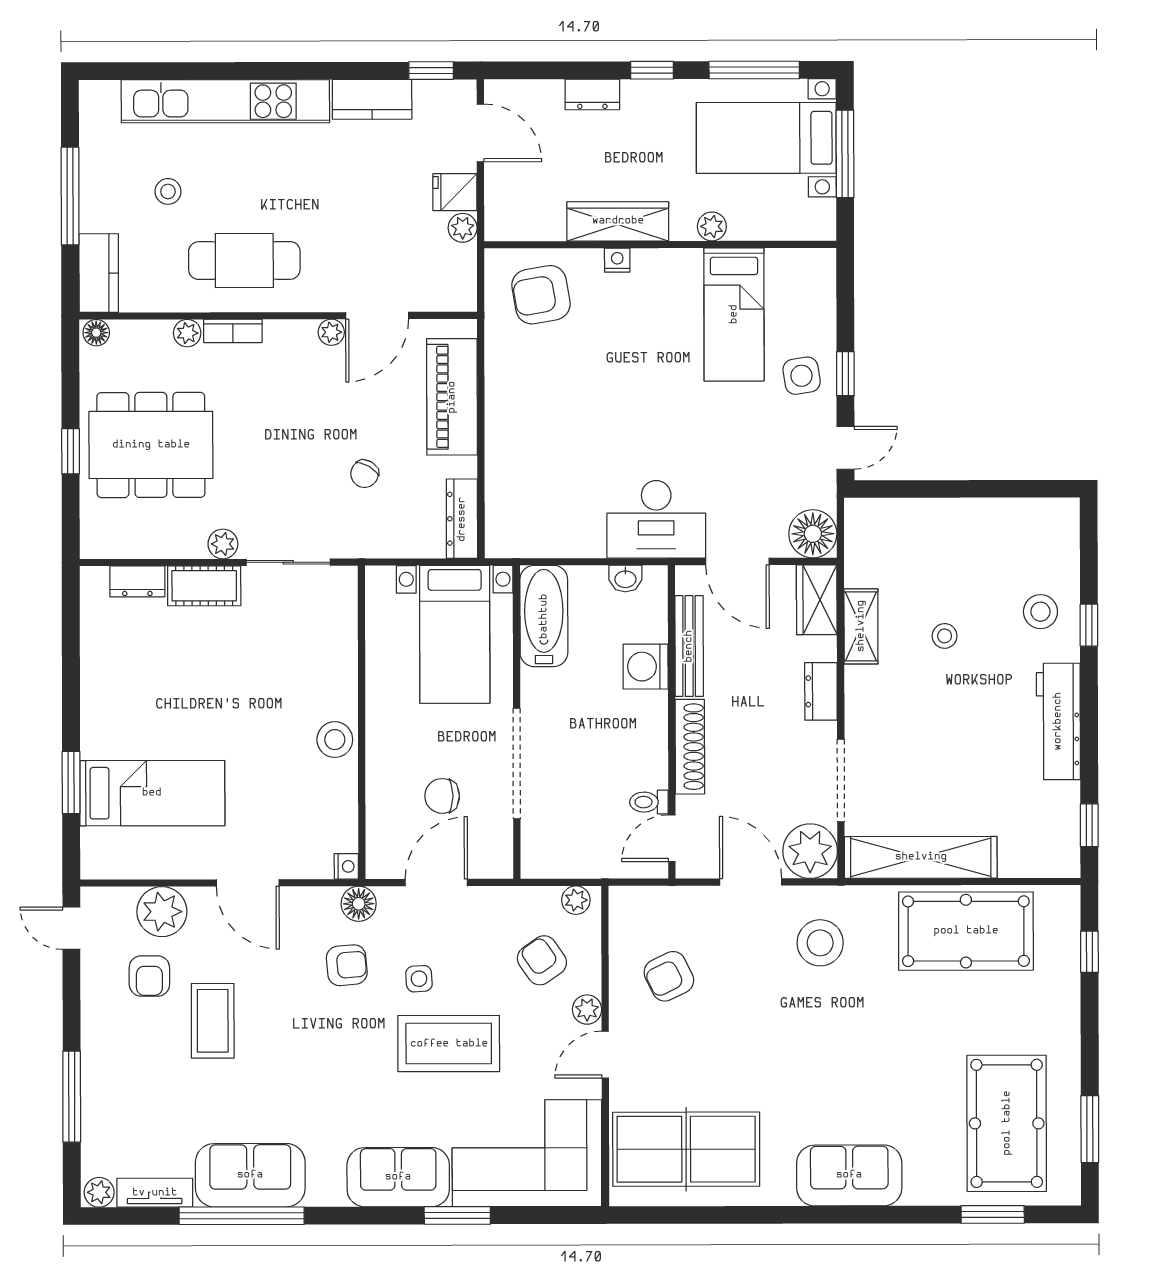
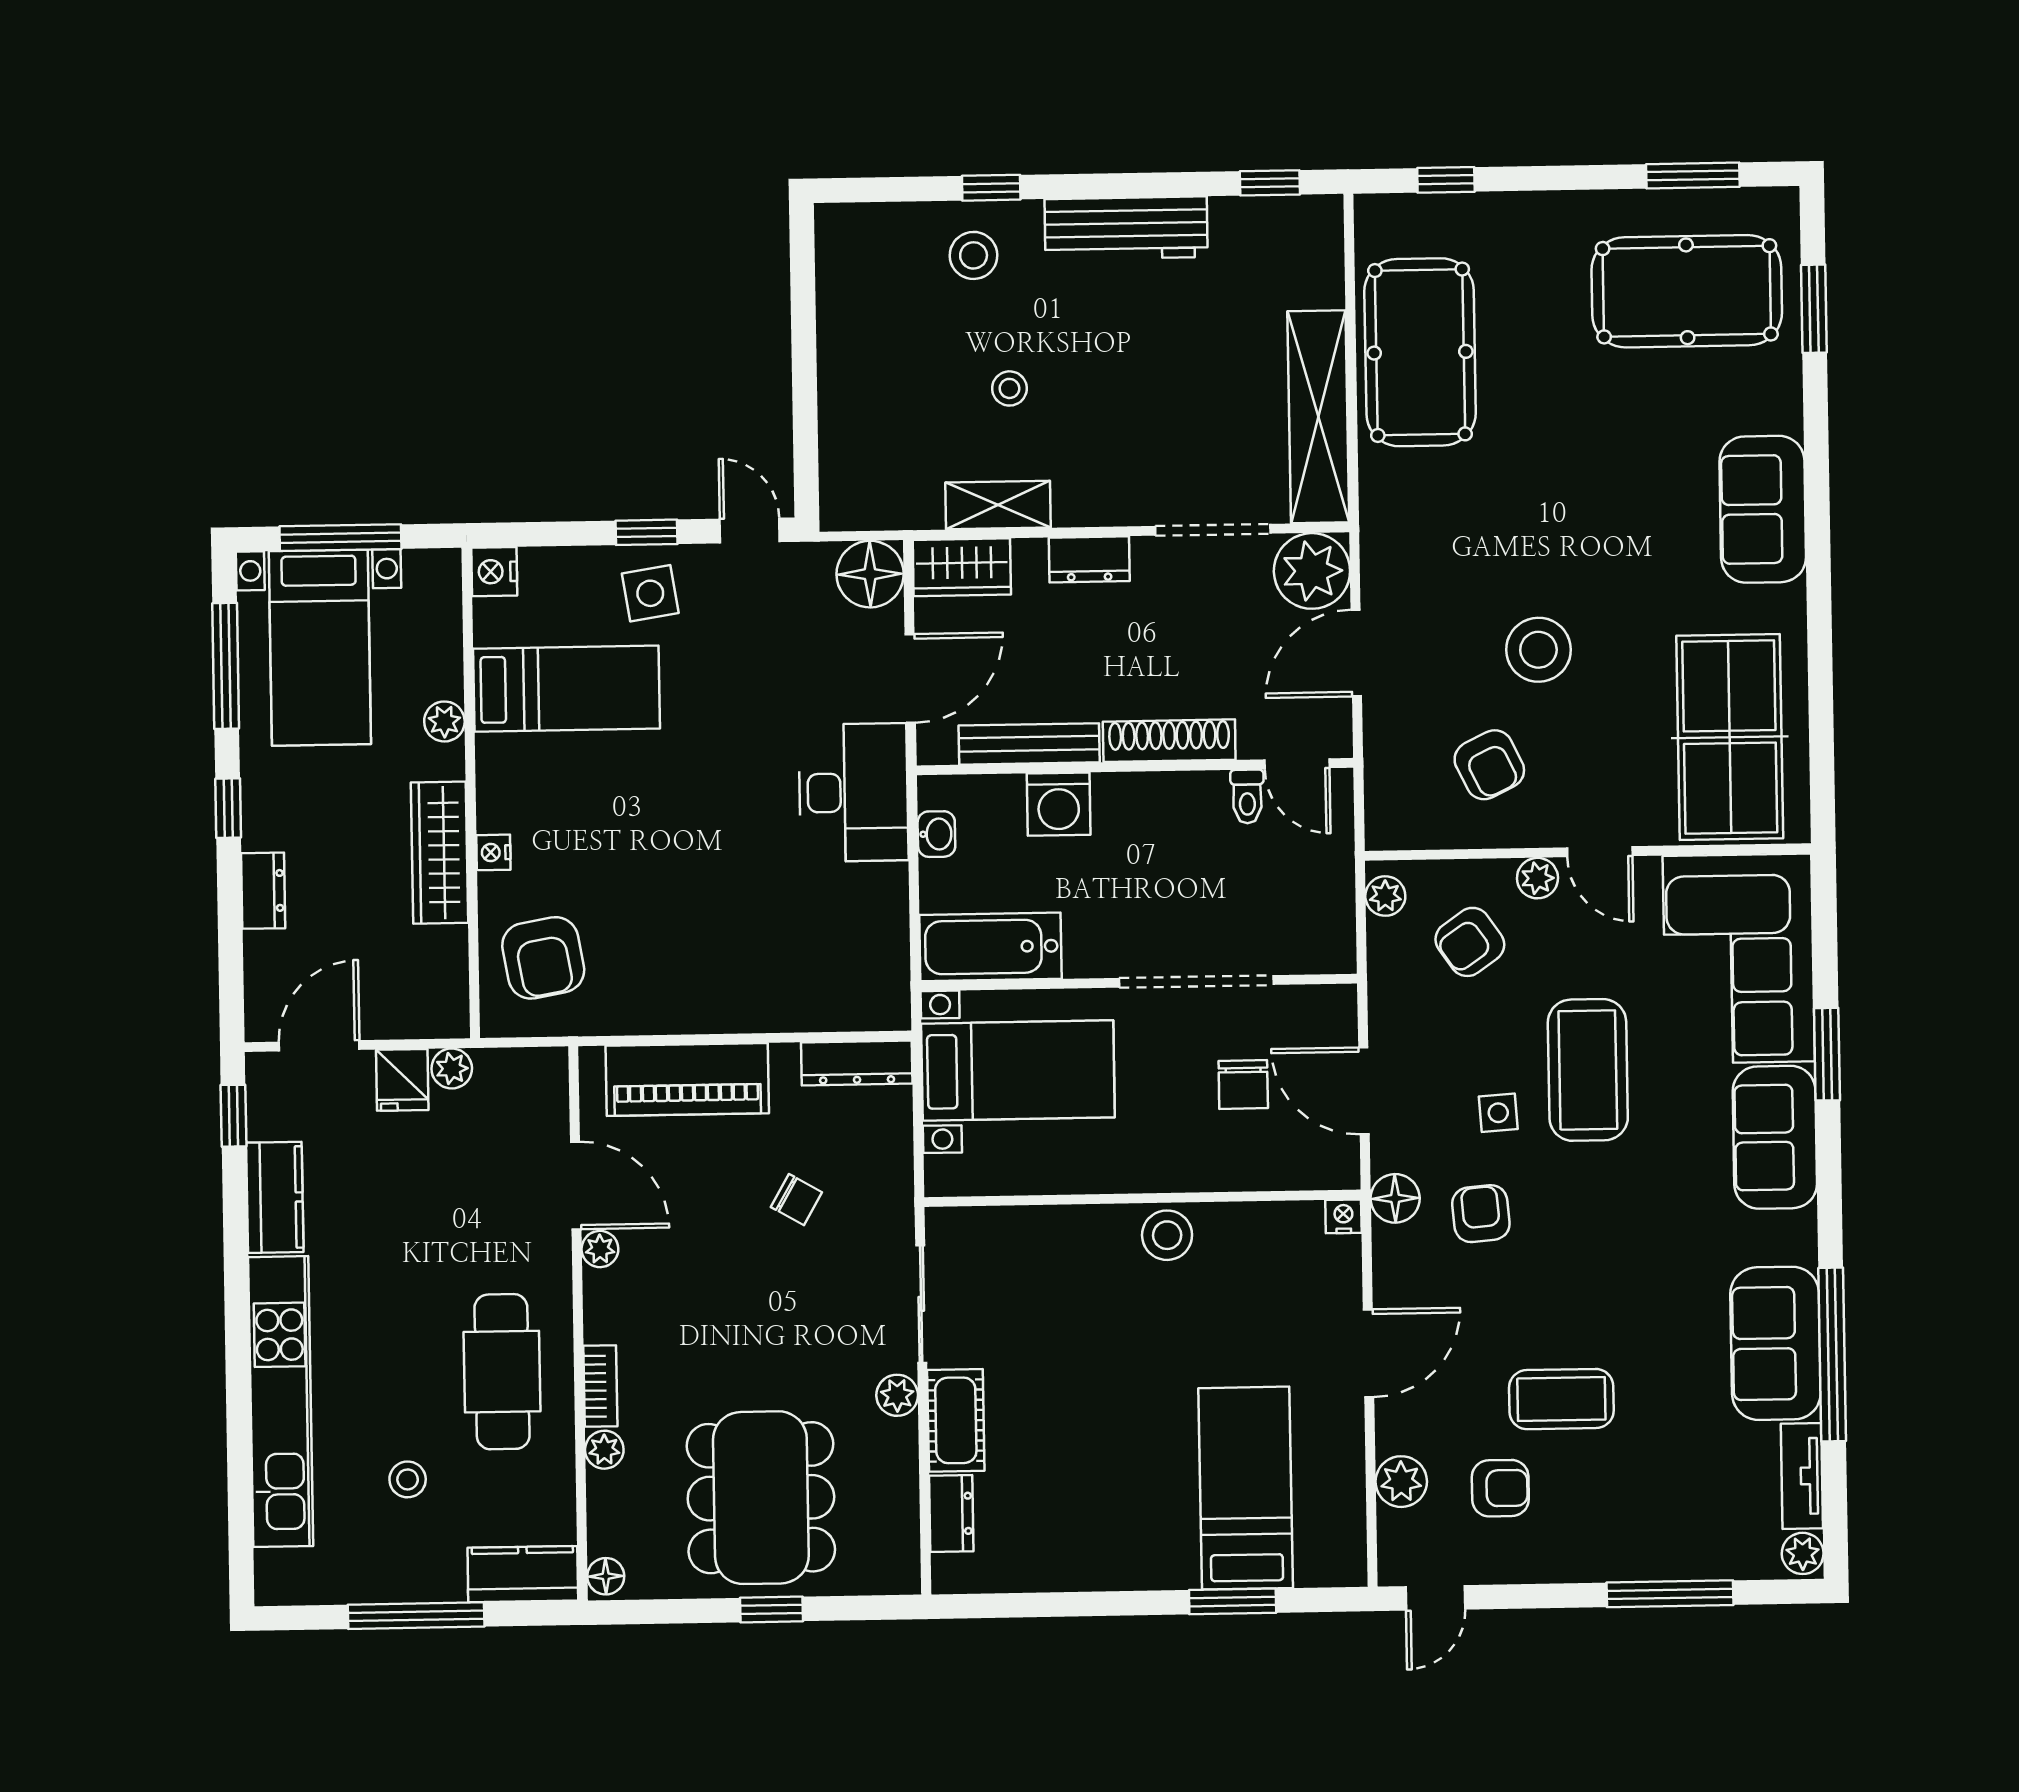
nightstand: (819, 264) -> (494, 572), added
plant: (162, 912) -> (1401, 1482), width x0.73, depth x0.73
stool: (820, 943) -> (1538, 650), moved

